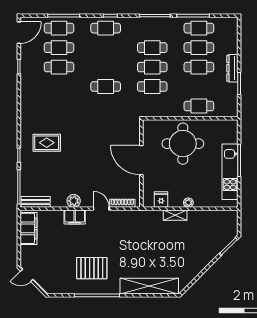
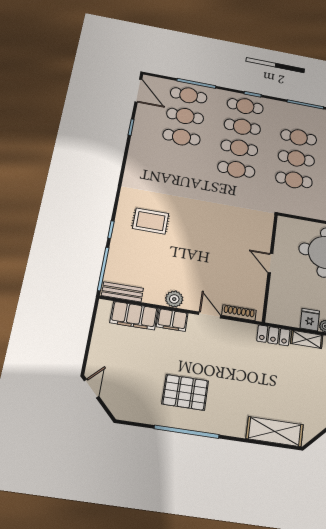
door: (19, 33) -> (138, 91), hinge flipped
cafe table: (106, 48) -> (242, 127), added
cafe table: (106, 67) -> (239, 148), added
door: (141, 160) -> (270, 263), width x0.53
fridge: (161, 200) -> (310, 320), moved
locker: (150, 216) -> (273, 335), added
filing cabinet: (28, 228) -> (134, 316), moved, turned 90
door: (27, 275) -> (91, 388), swing flipped
shelving: (149, 286) -> (275, 432), width x0.68

